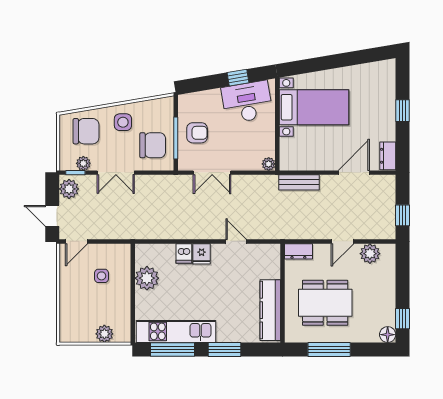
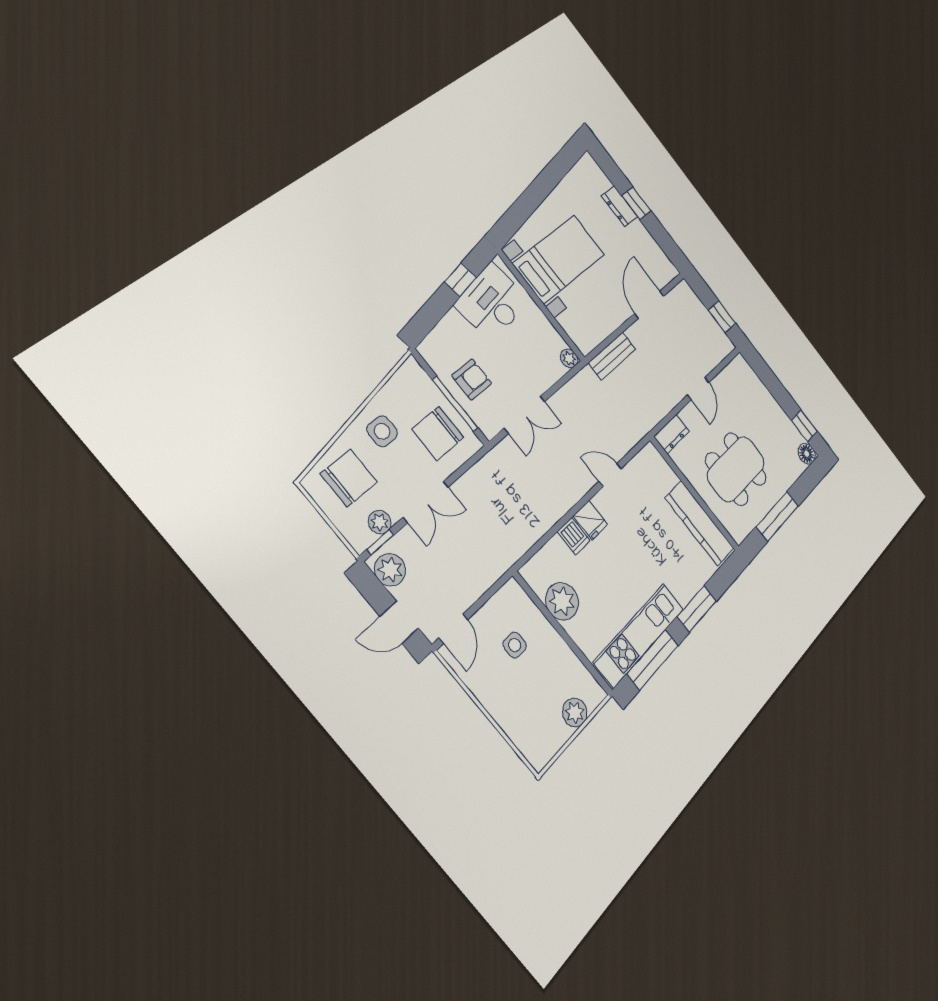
chair: (153, 145) -> (438, 433), turned 180
dresser: (388, 156) -> (620, 206), moved
plant: (370, 254) -> (729, 381), removed

